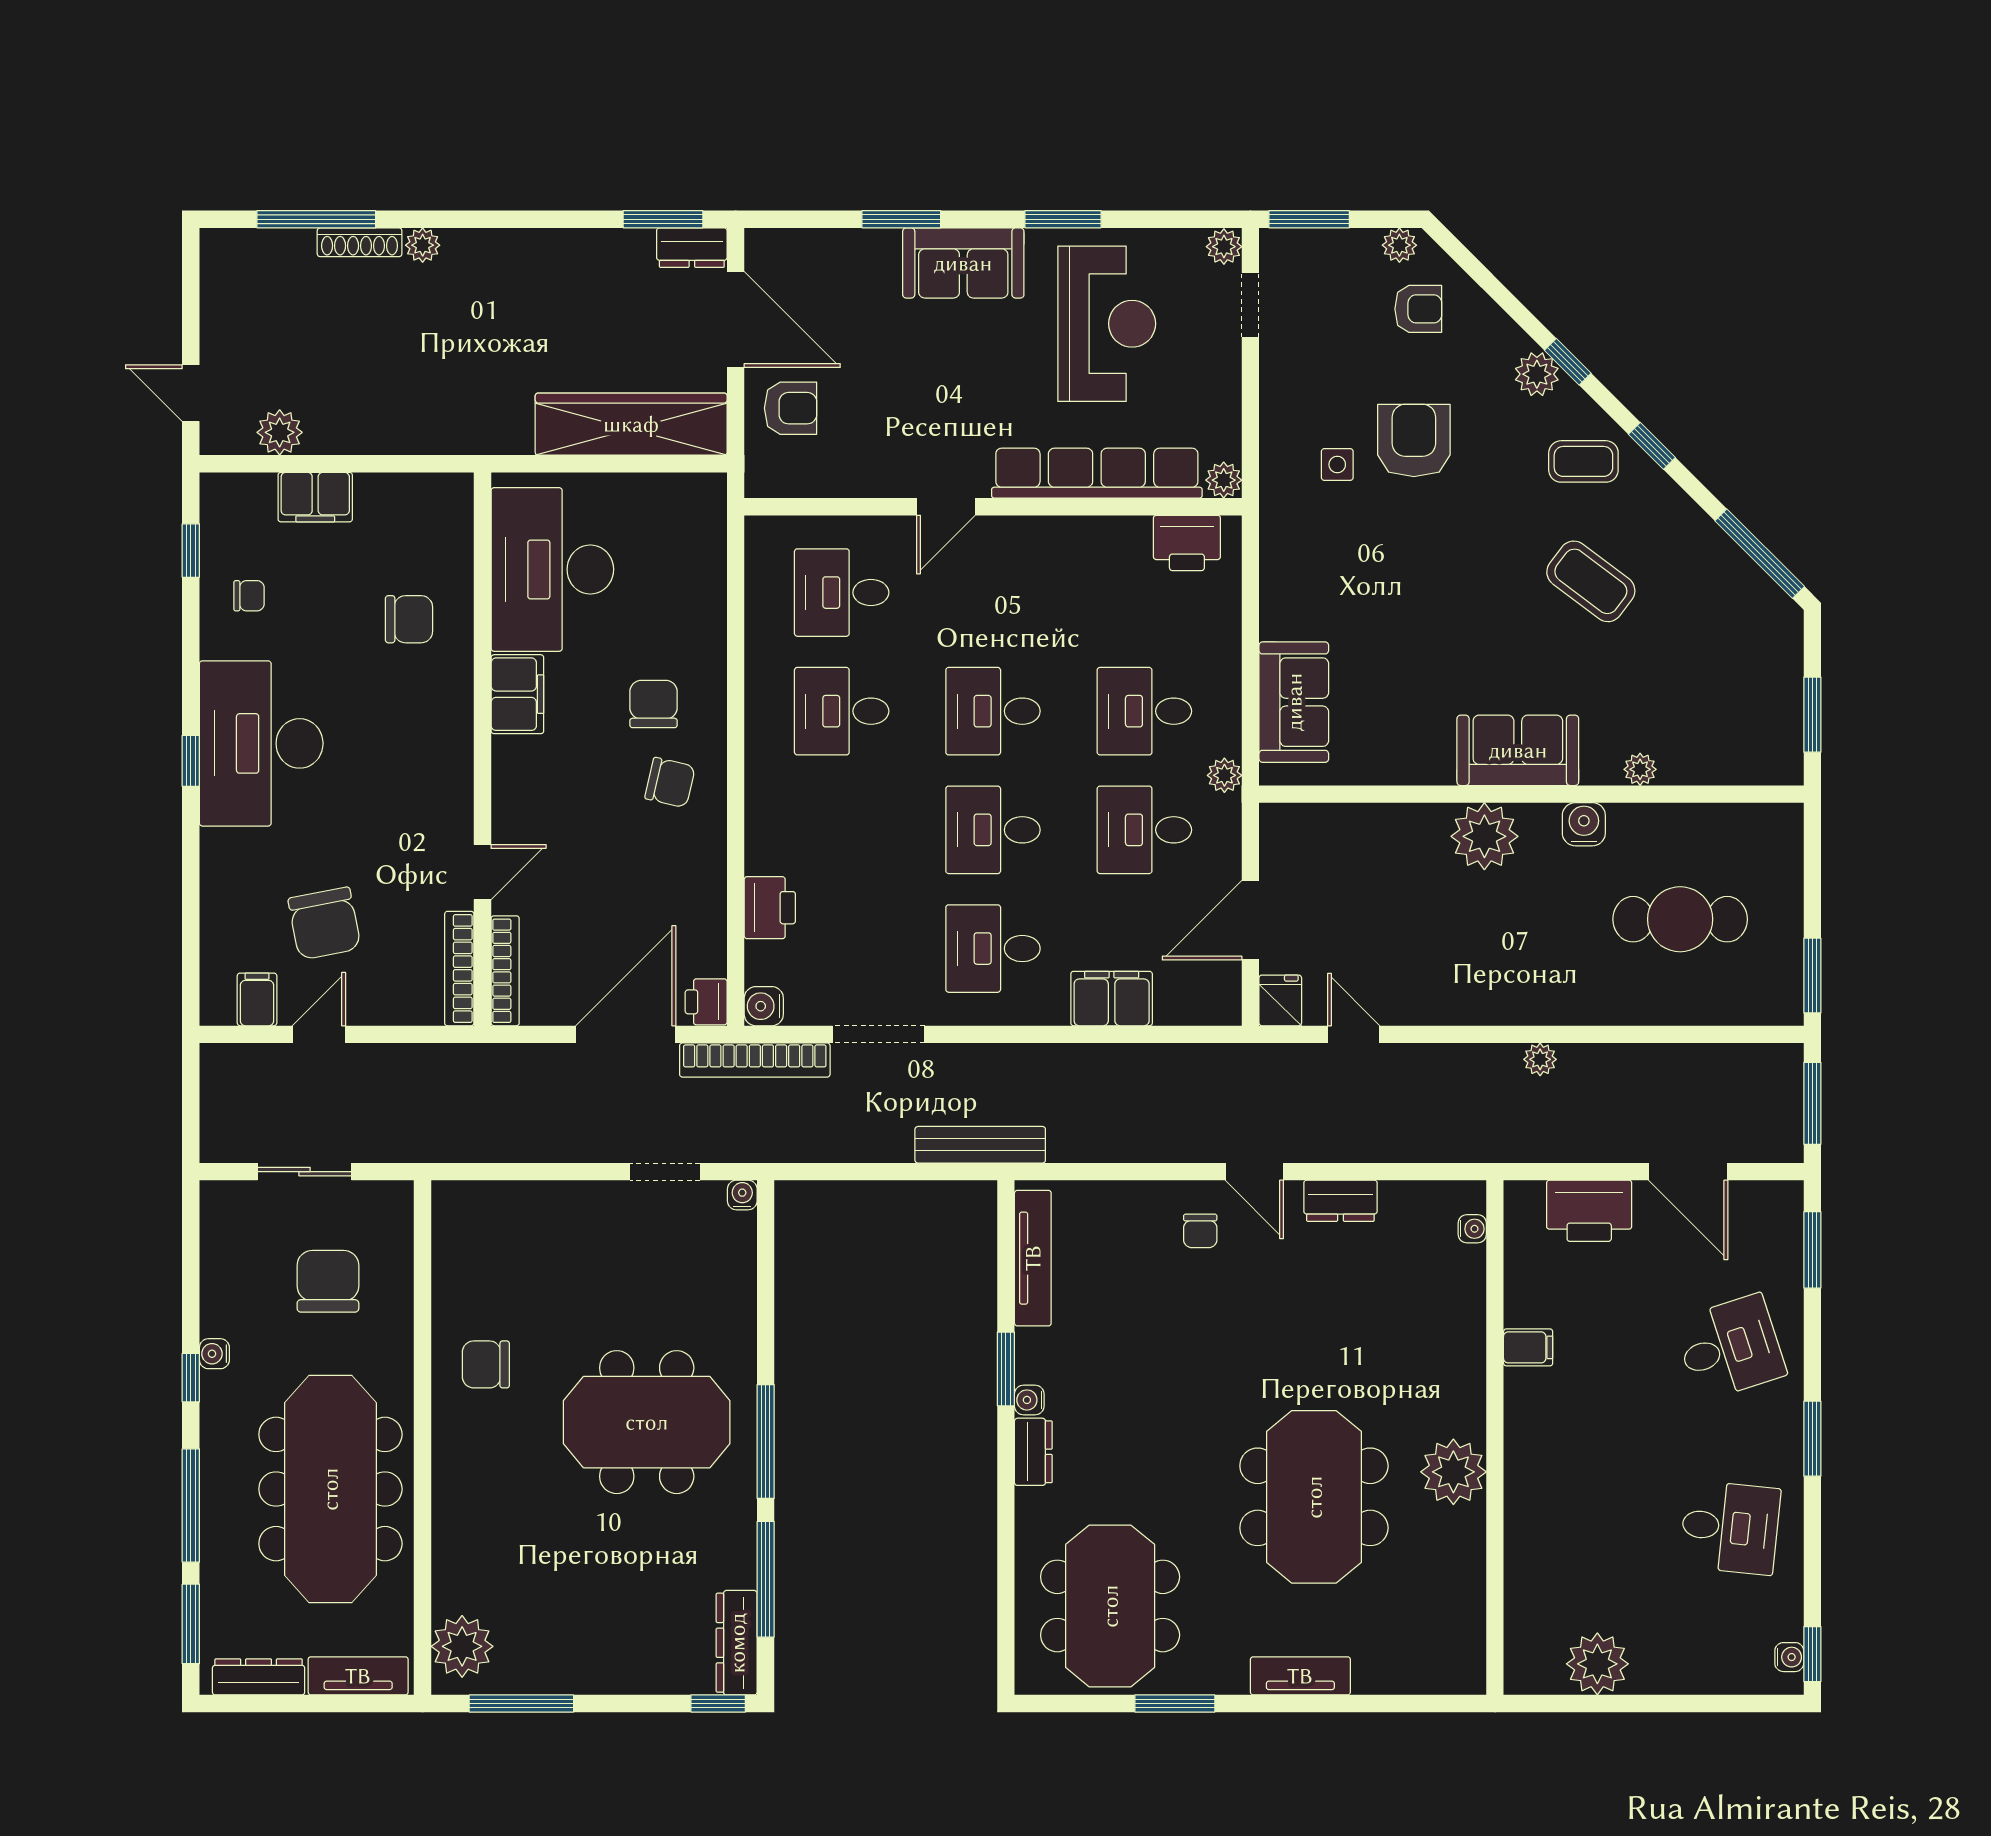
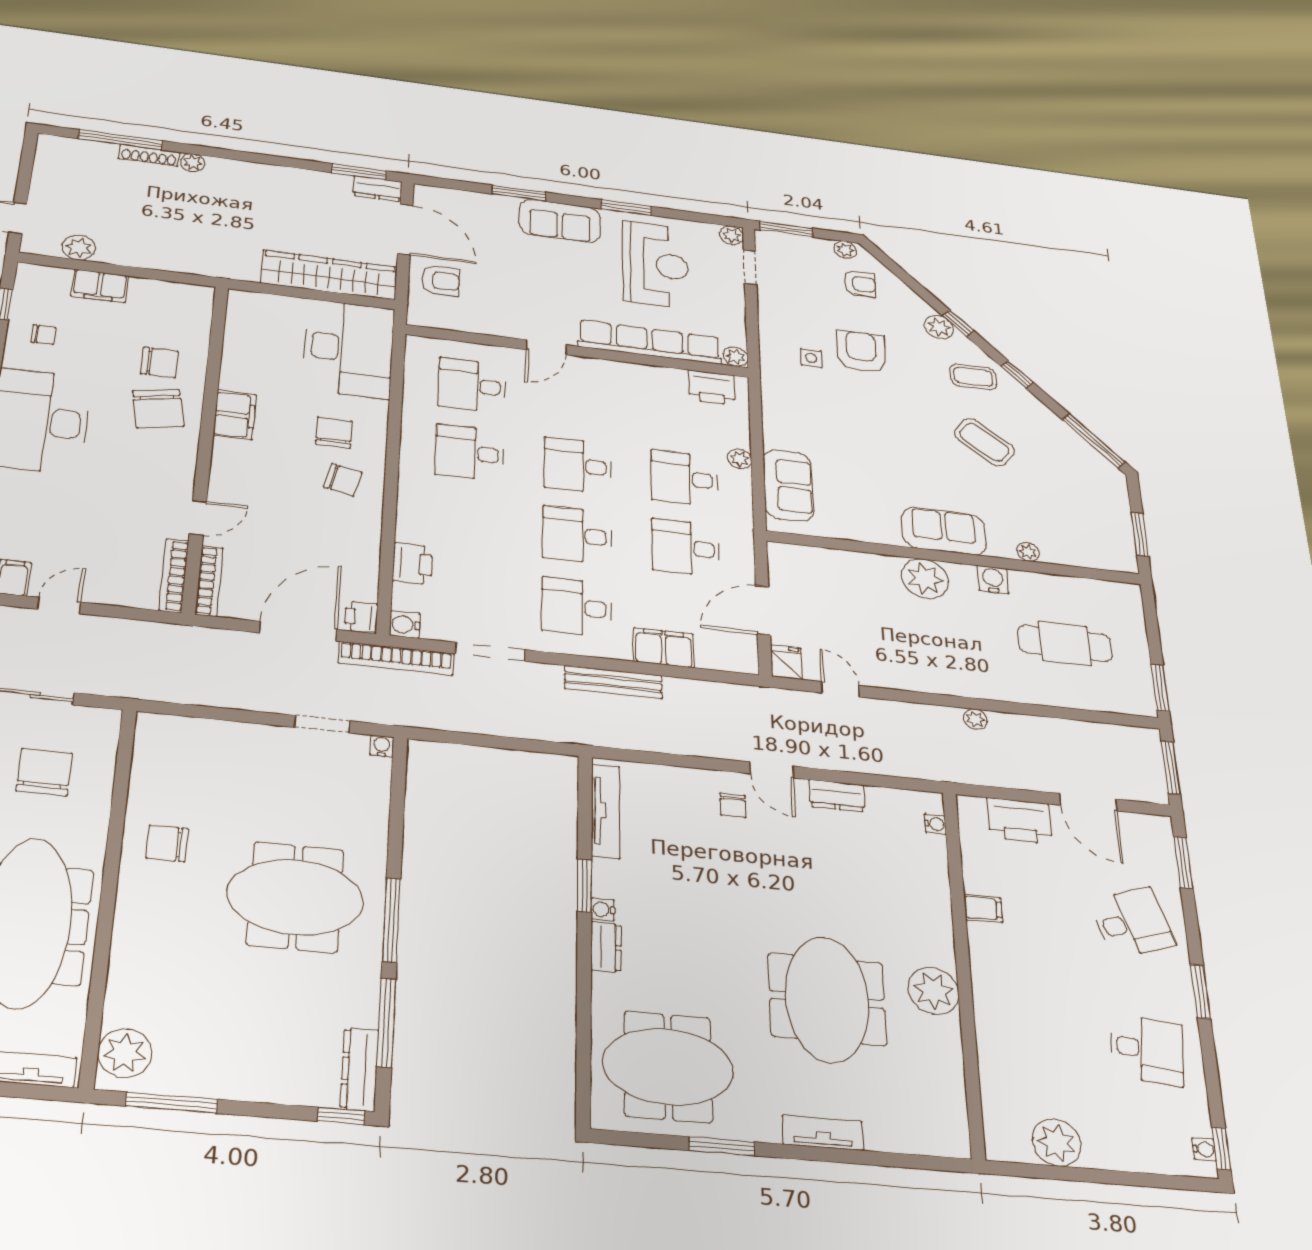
desk: (552, 569) -> (349, 349), moved, turned 180
plant: (1224, 775) -> (739, 459), moved
chair: (324, 923) -> (158, 409), moved
bench: (980, 1145) -> (613, 682), moved
meeting table: (1110, 1606) -> (668, 1067), turned 90

